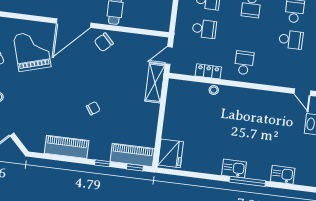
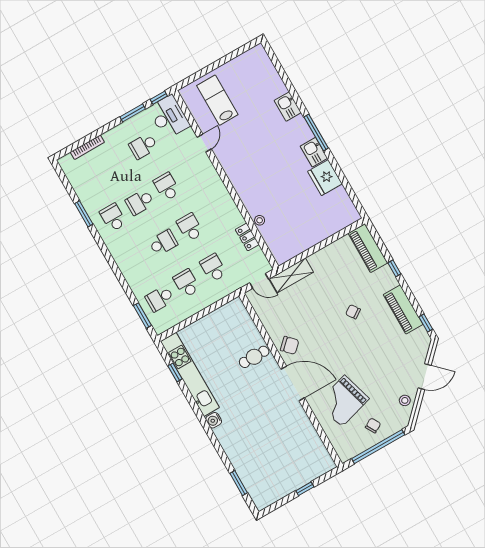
school desk: (244, 63) -> (190, 227), moved, turned 90
fridge: (171, 153) -> (325, 178), moved, turned -90
window: (135, 167) -> (426, 323), moved

